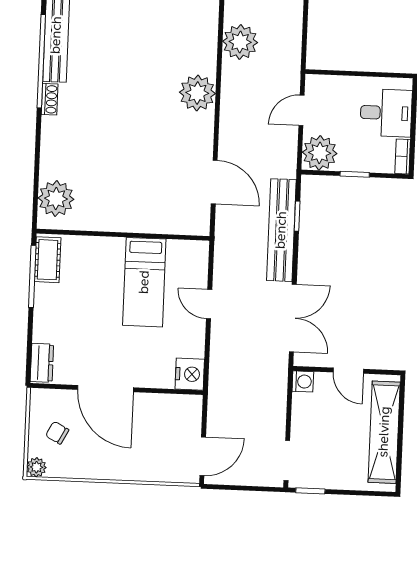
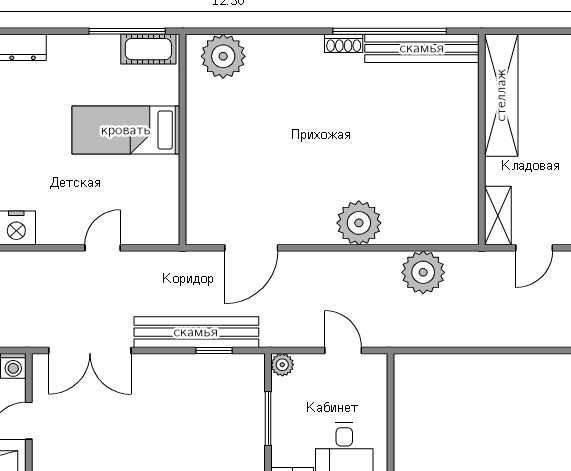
plant: (320, 153) -> (282, 365), width x0.53, depth x0.53
window: (355, 174) -> (268, 418), width x1.50
bed: (144, 282) -> (126, 130), moved

